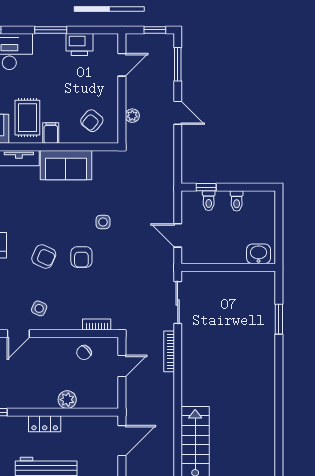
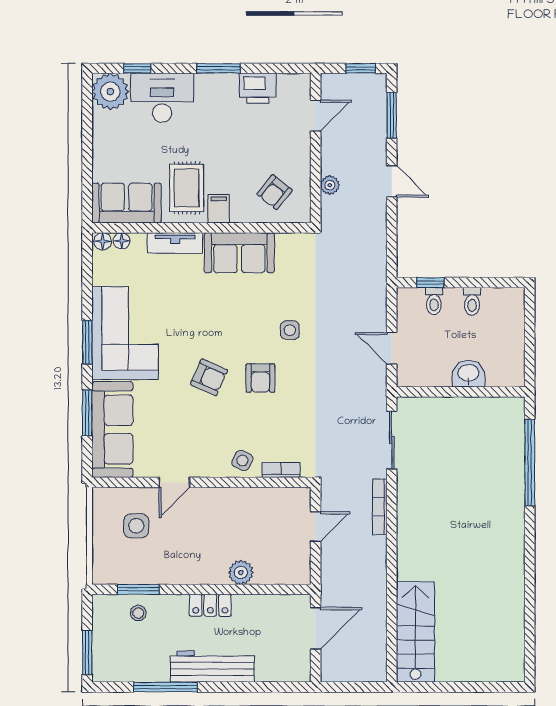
washbasin: (259, 254) -> (468, 374), moved
side table: (39, 308) -> (242, 460), moved
window: (279, 319) -> (530, 463), width x2.11
chair: (84, 353) -> (264, 508), removed

